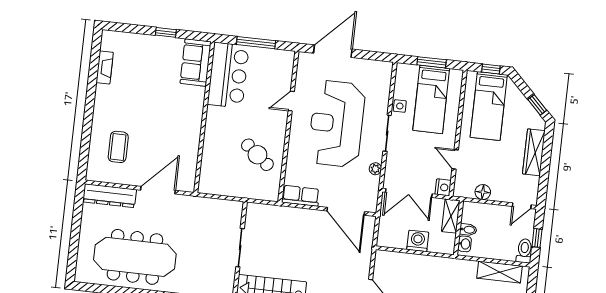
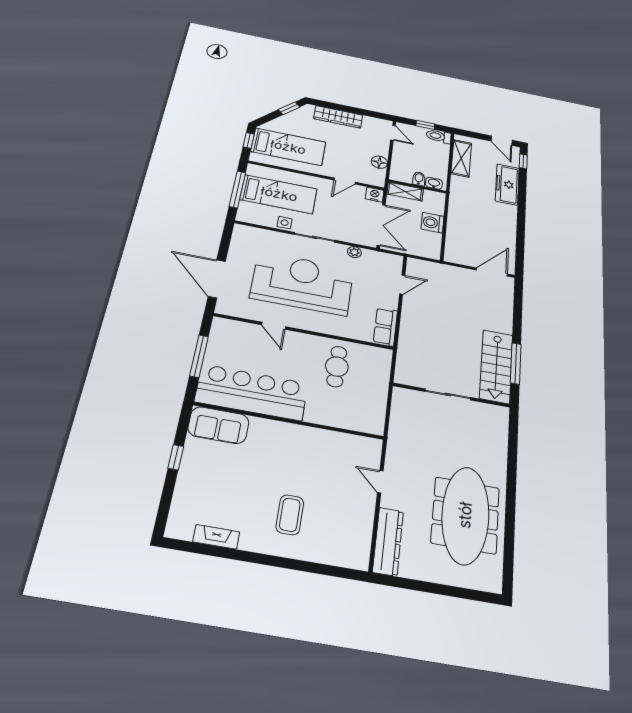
window: (432, 62) -> (237, 189), width x1.44
bar counter: (228, 75) -> (252, 392), width x1.36
reception desk: (337, 124) -> (302, 283), turned 180
coffee table: (118, 147) -> (290, 515), moved, turned 90
cafe table: (257, 155) -> (337, 367), turned -39
door: (158, 190) -> (380, 482), width x0.53
door: (346, 211) -> (402, 285), width x0.53

